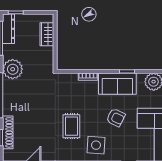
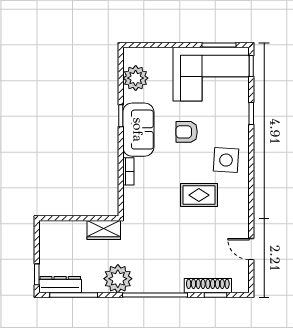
wardrobe: (47, 34) -> (104, 230), moved
armchair: (116, 118) -> (187, 132), turned -116

